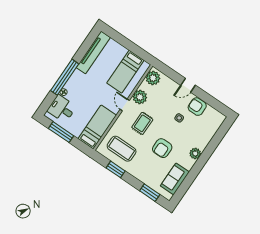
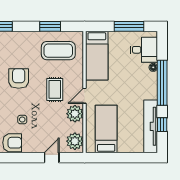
window: (84, 48) -> (162, 125), added
door: (188, 85) -> (52, 158), moved
door: (125, 105) -> (85, 96), swing flipped

